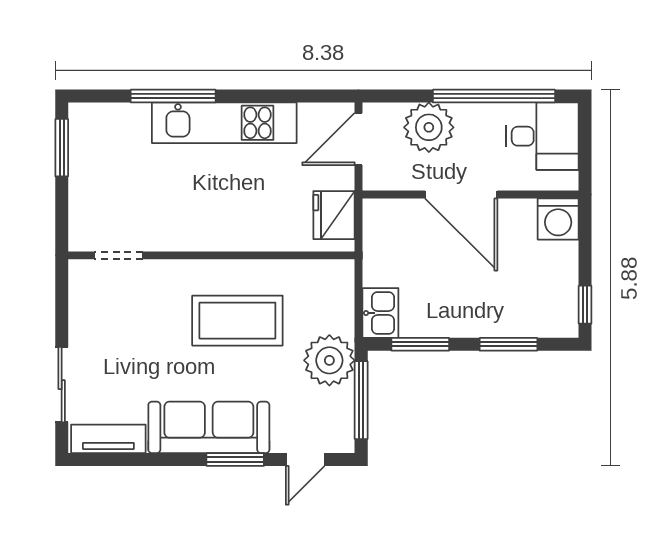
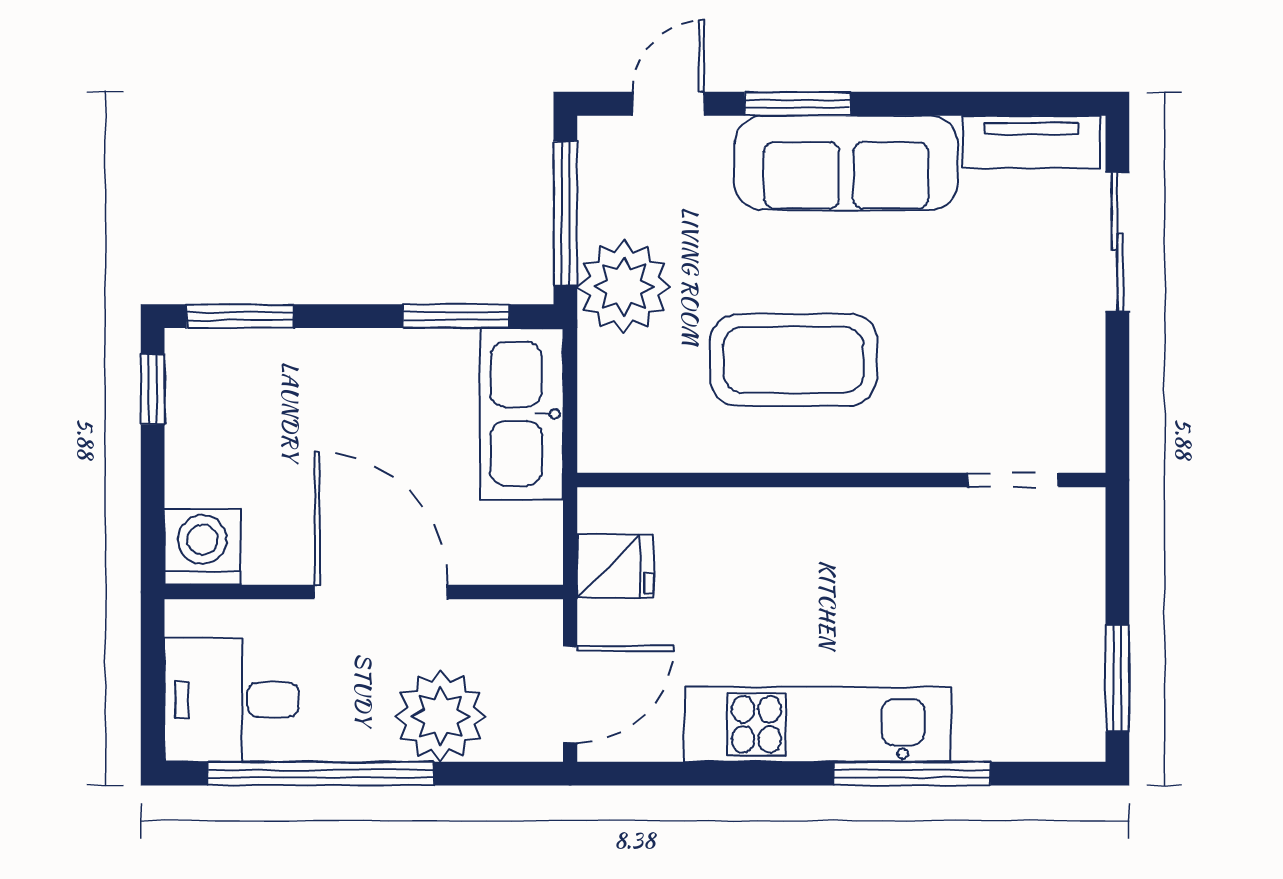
fridge: (334, 215) -> (615, 566), width x0.72
kitchen sink: (380, 313) -> (522, 414), width x1.88, depth x1.24
window: (508, 344) -> (240, 316), moved

